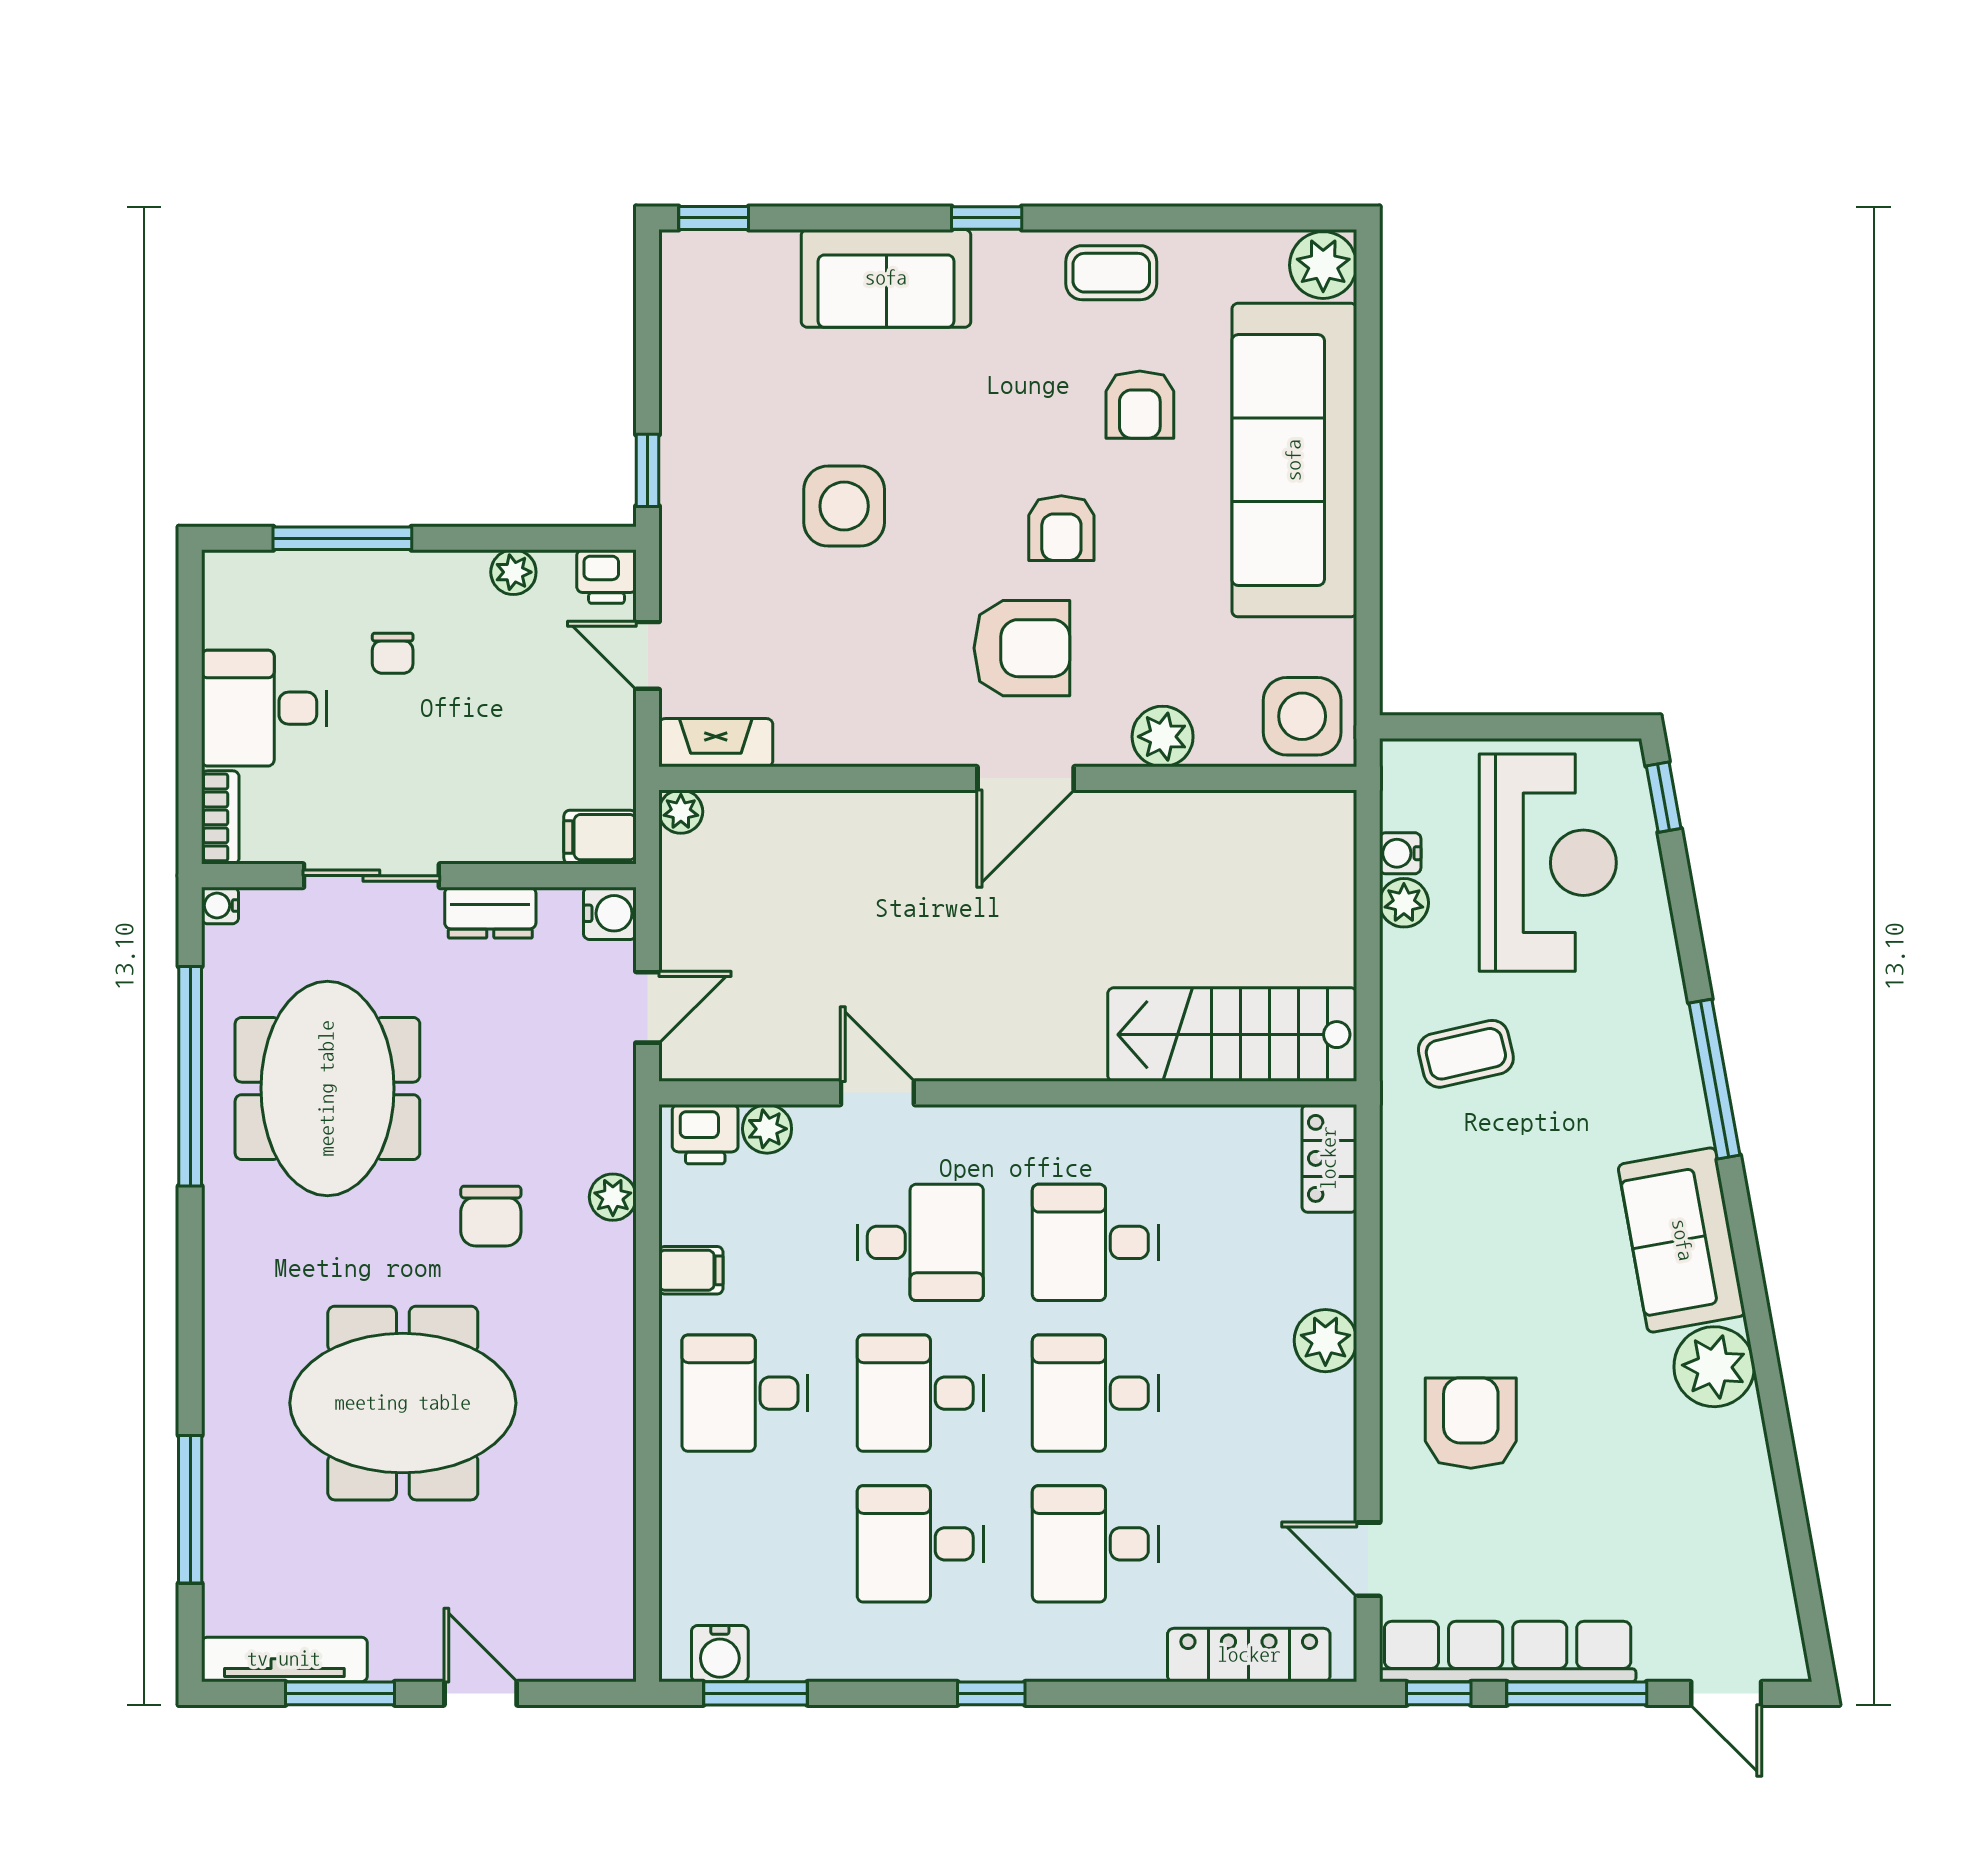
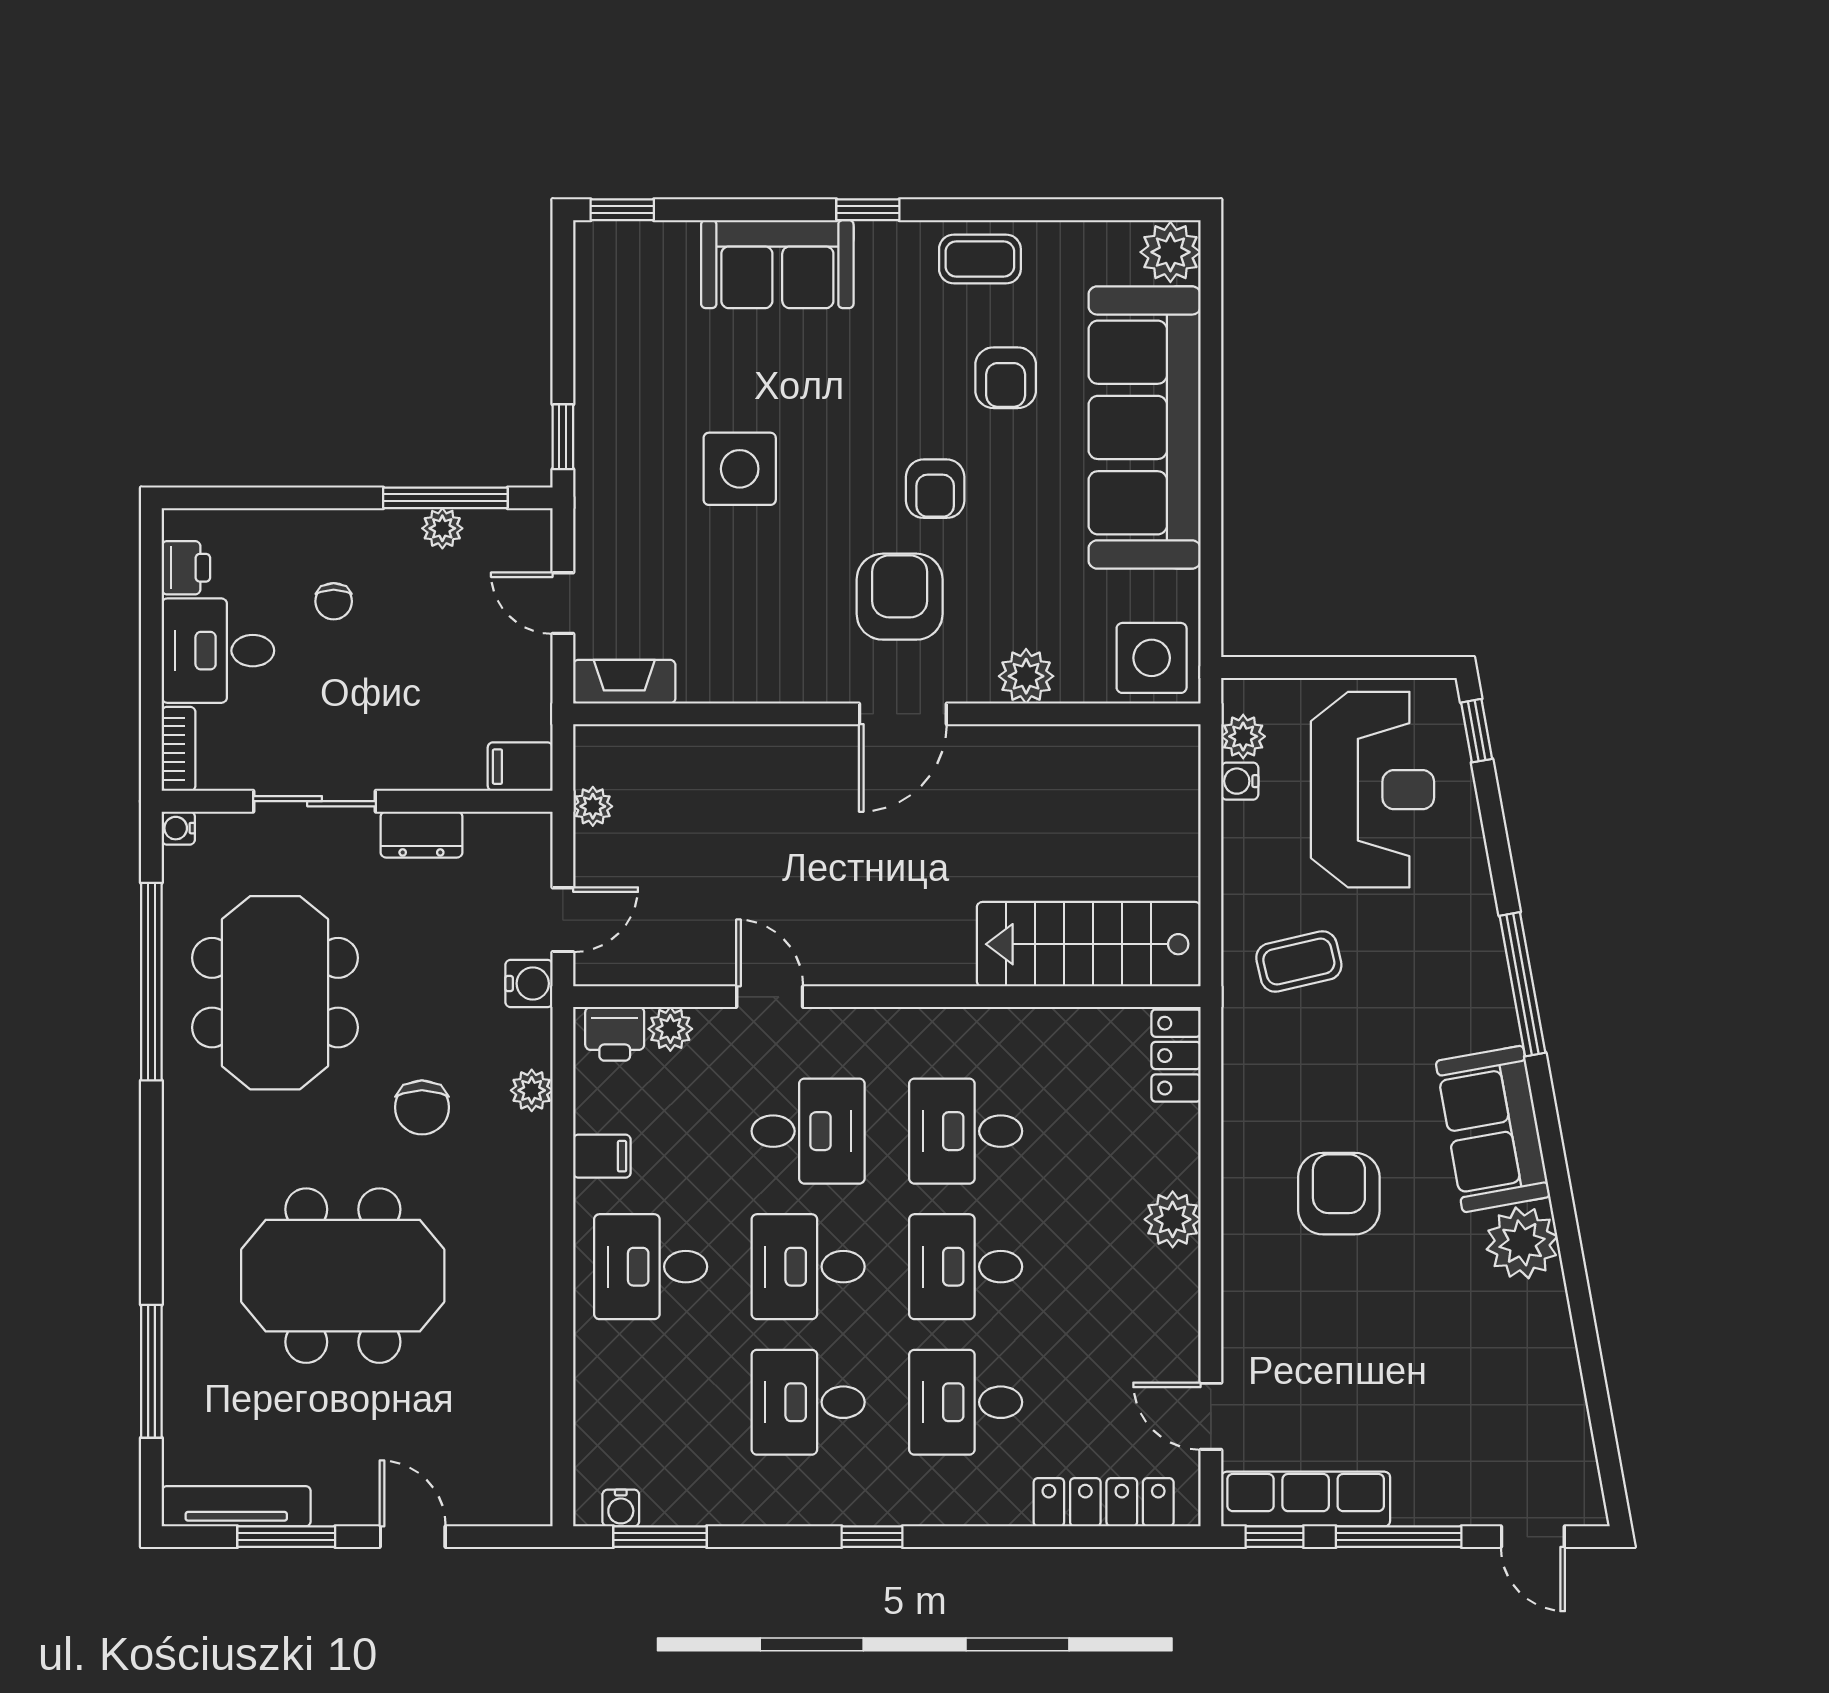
window: (342, 538) -> (445, 498), moved
printer: (607, 577) -> (186, 568), moved, turned -90
armchair: (1022, 648) -> (900, 597), turned -90
plant: (681, 812) -> (593, 806), moved
plant: (1404, 903) -> (1243, 736), moved
water cooler: (610, 913) -> (529, 983), moved
armchair: (1471, 1423) -> (1339, 1194), moved
row of seats: (1508, 1652) -> (1306, 1499), width x0.73
water cooler: (720, 1654) -> (621, 1508), width x0.72, depth x0.72

